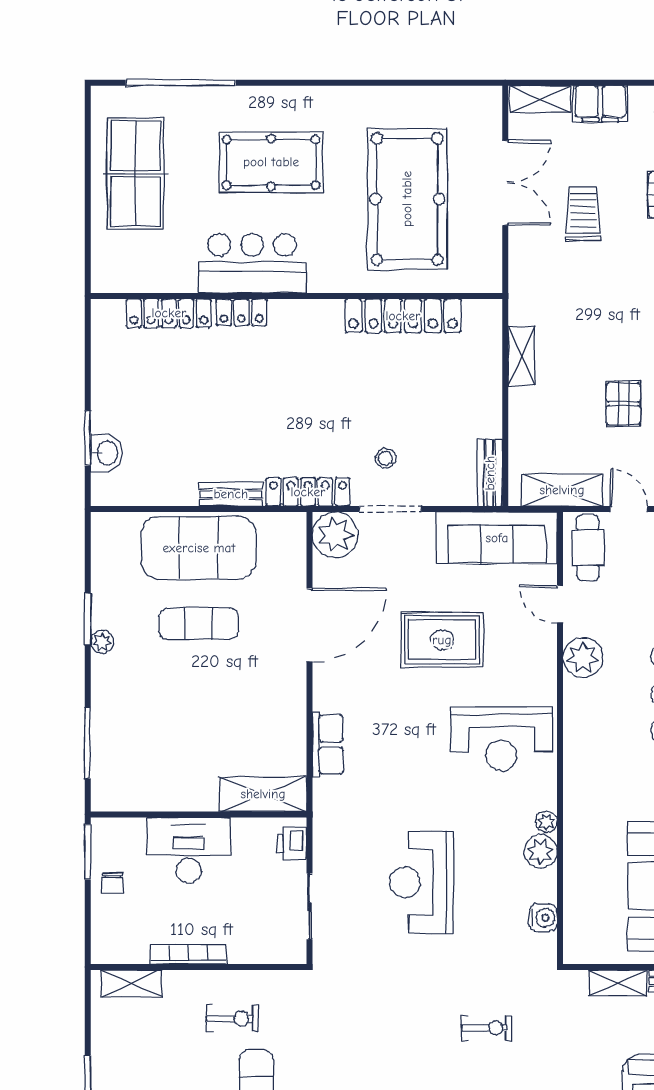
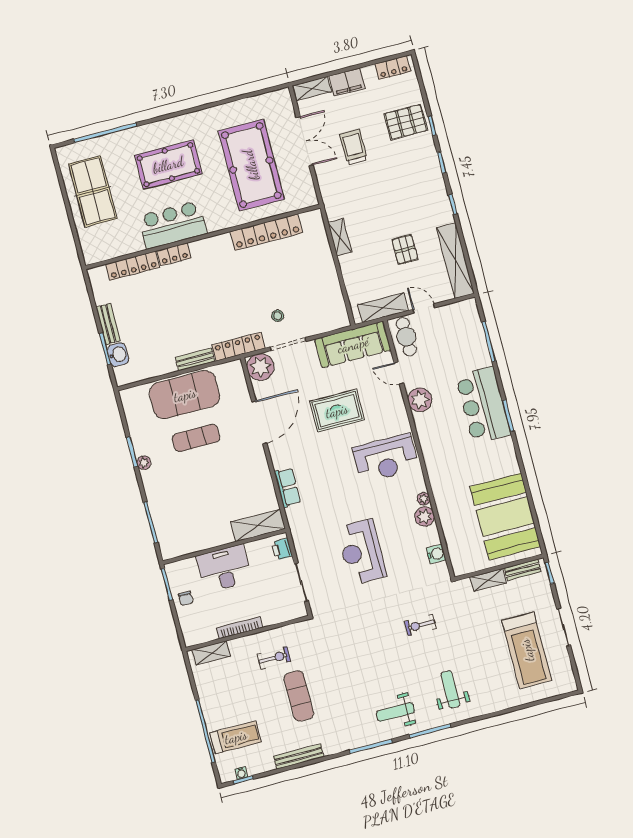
bench: (490, 473) -> (108, 324), moved
exercise bike: (487, 1028) -> (420, 625), turned 180

